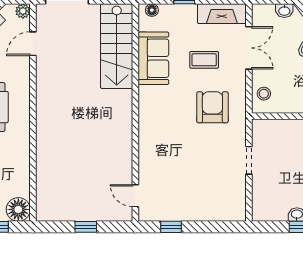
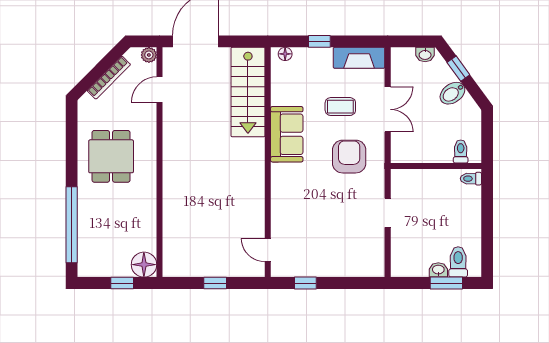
double door: (249, 48) -> (388, 109), moved
sofa: (153, 58) -> (287, 134), moved
stool: (264, 94) -> (403, 142), removed

